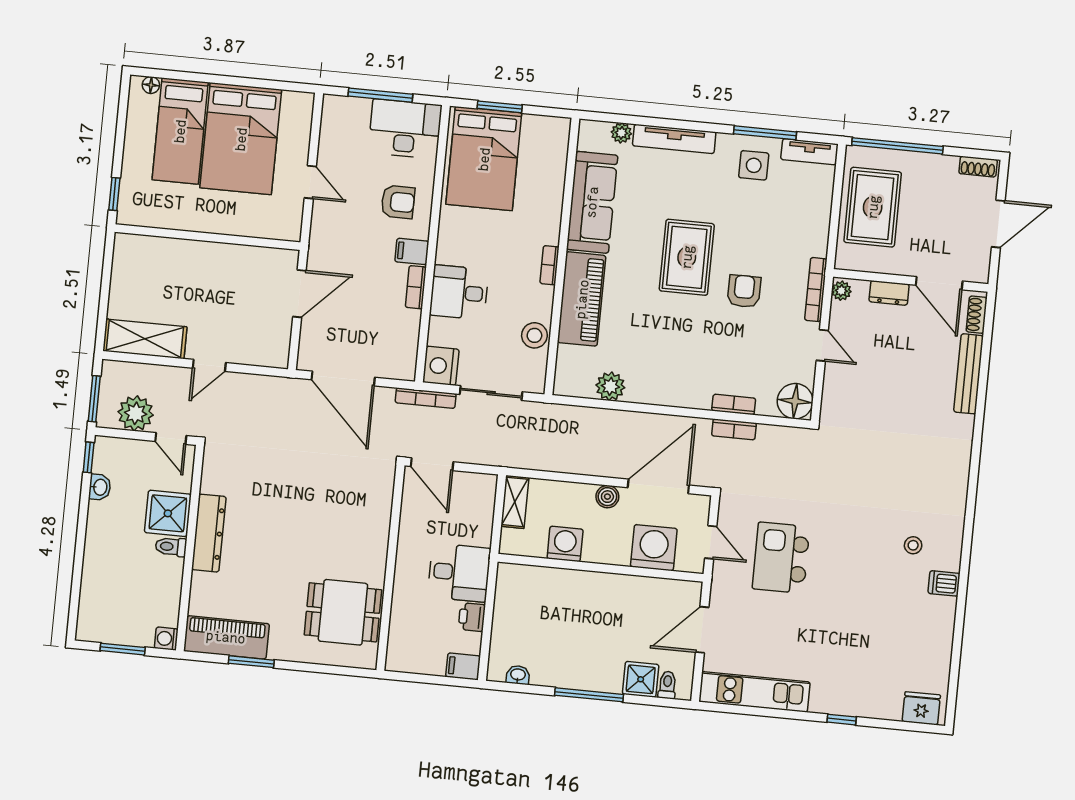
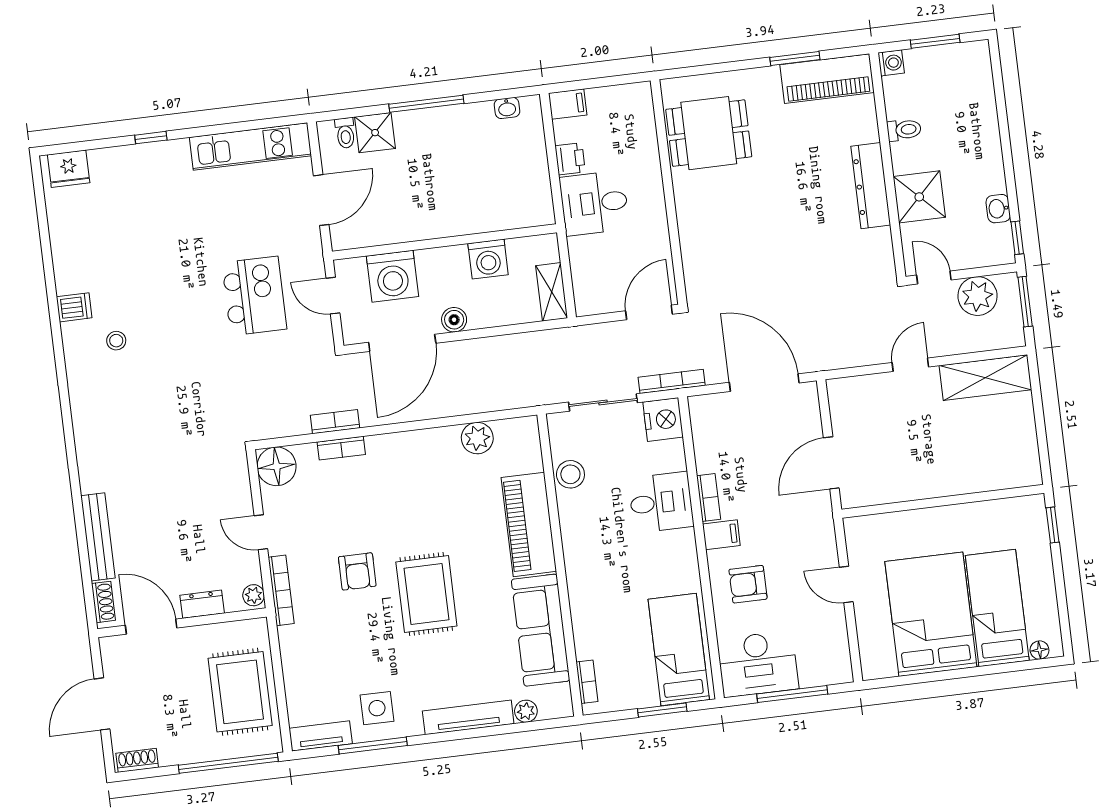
bed: (484, 159) -> (679, 649), width x0.67
bookcase: (549, 265) -> (587, 682), moved
door: (432, 464) -> (649, 312), hinge flipped
toilet: (171, 547) -> (904, 130), moved

